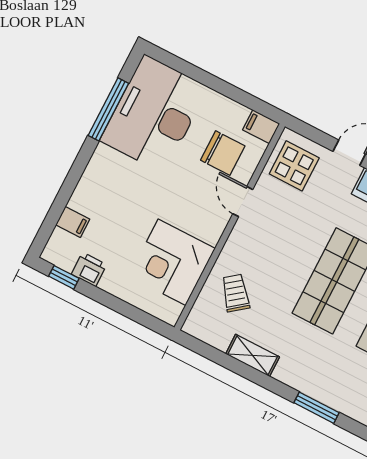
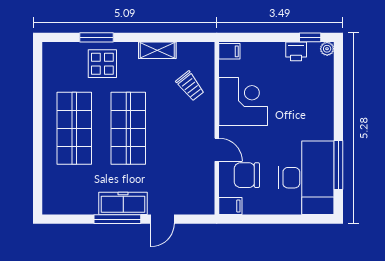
display table: (294, 166) -> (102, 64), moved
filing cabinet: (73, 222) -> (229, 51), moved, turned 180
plant: (51, 254) -> (327, 49), added
corner desk: (172, 262) -> (243, 101), moved

